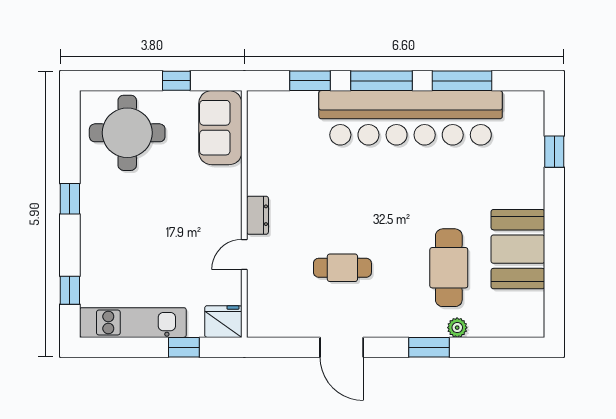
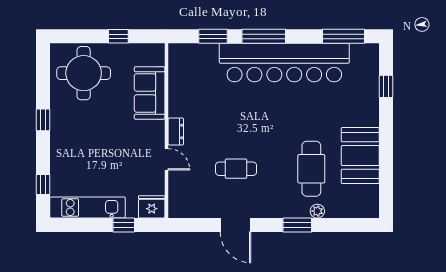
window: (462, 81) -> (344, 36), moved
sofa: (220, 128) -> (150, 93), moved
door: (244, 255) -> (166, 159), swing flipped

